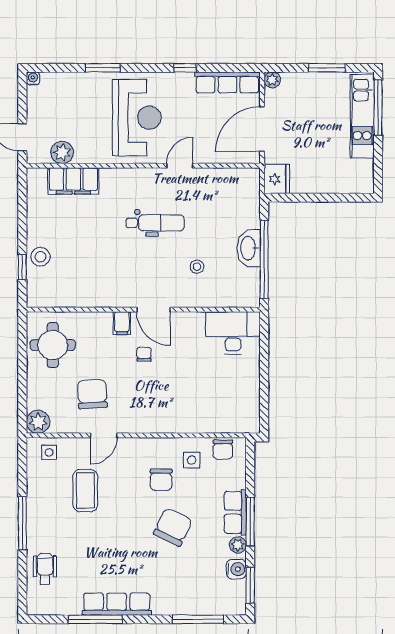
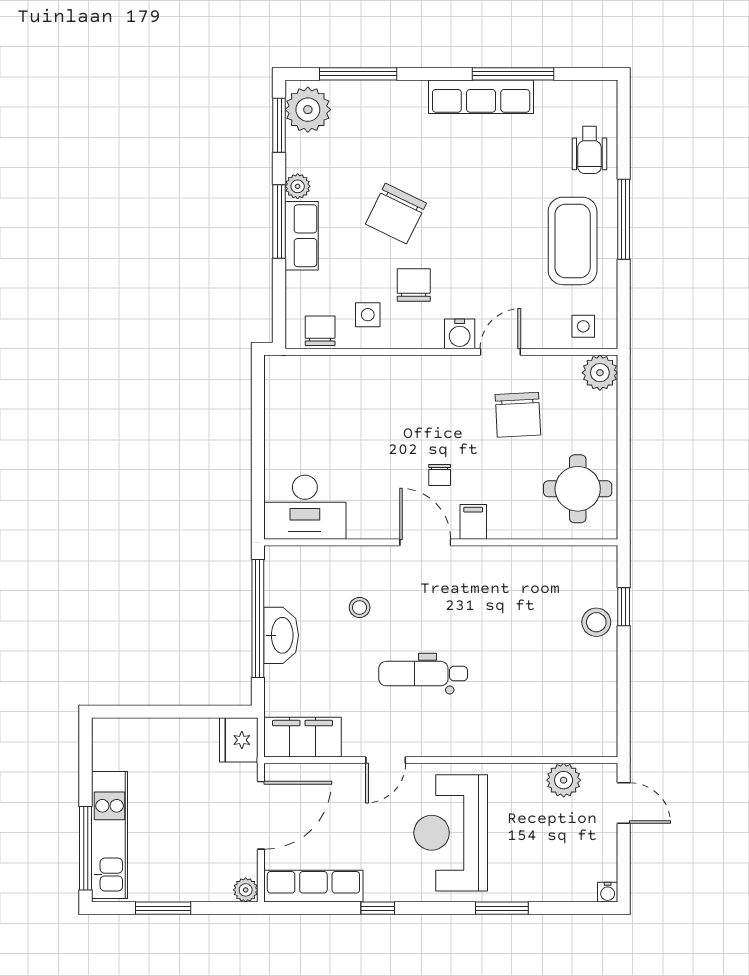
filing cabinet: (73, 181) -> (302, 737), moved
coffee table: (85, 490) -> (573, 241), moved, width x1.36, depth x1.32
water cooler: (236, 569) -> (460, 334), moved, turned -90
plant: (231, 596) -> (308, 110), added

